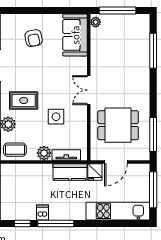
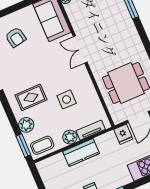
double door: (89, 90) -> (80, 49), moved
kitchen counter: (70, 172) -> (81, 152), moved

